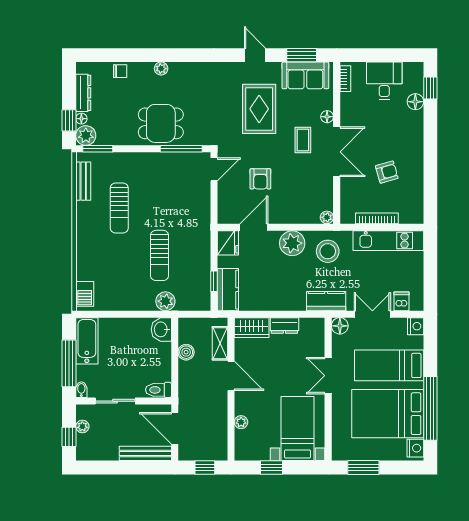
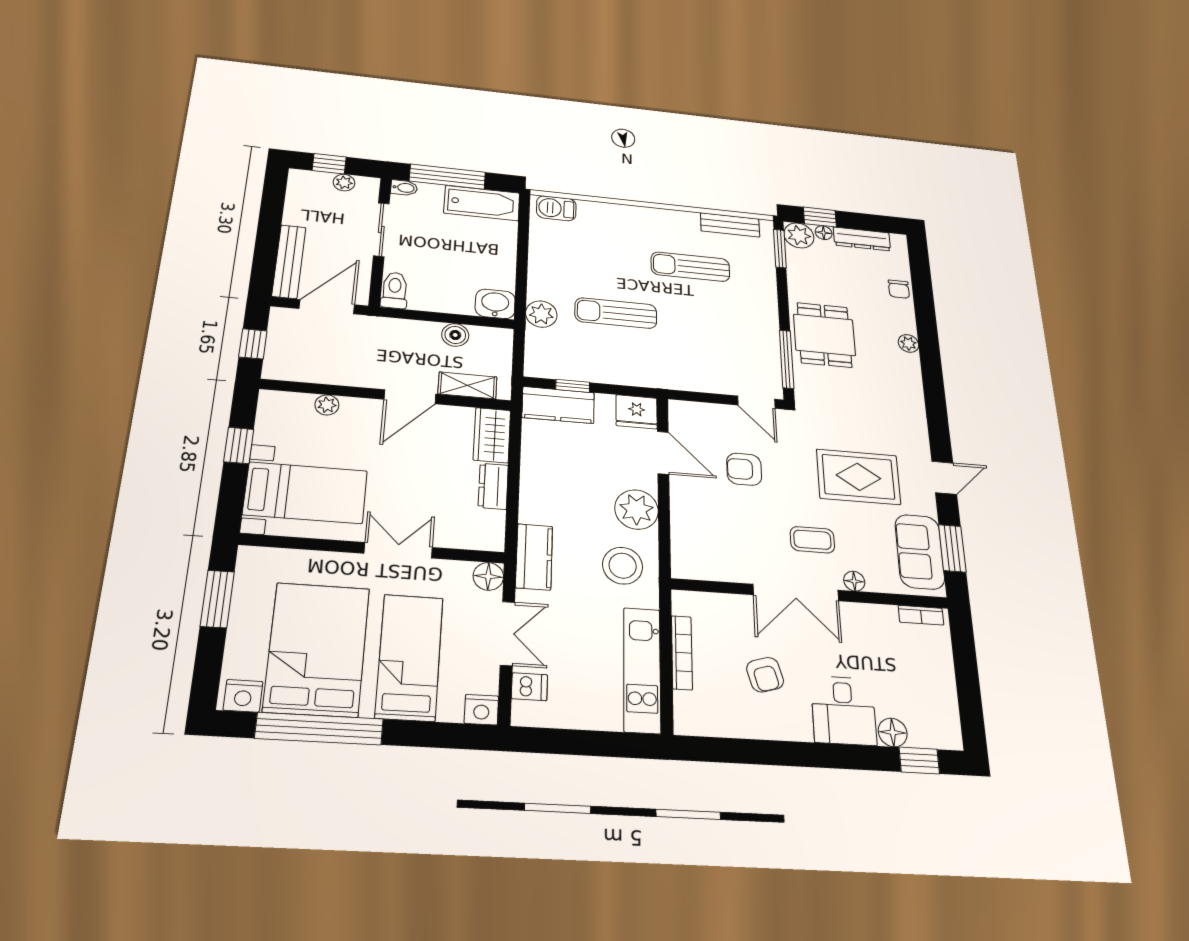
desk: (384, 81) -> (844, 711), moved, turned 90
plant: (327, 217) -> (682, 568), removed

